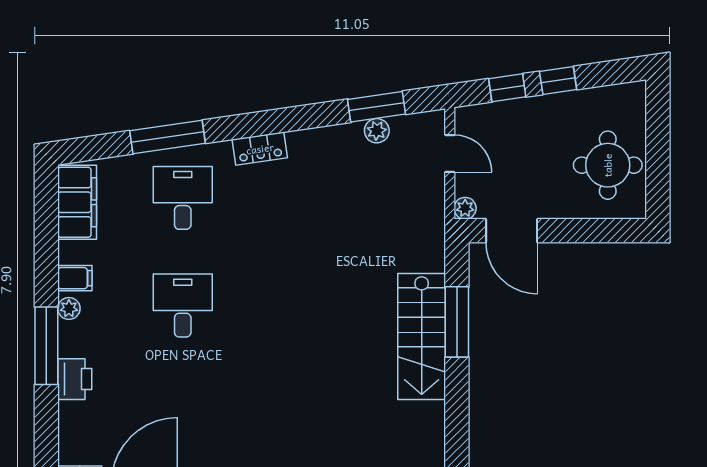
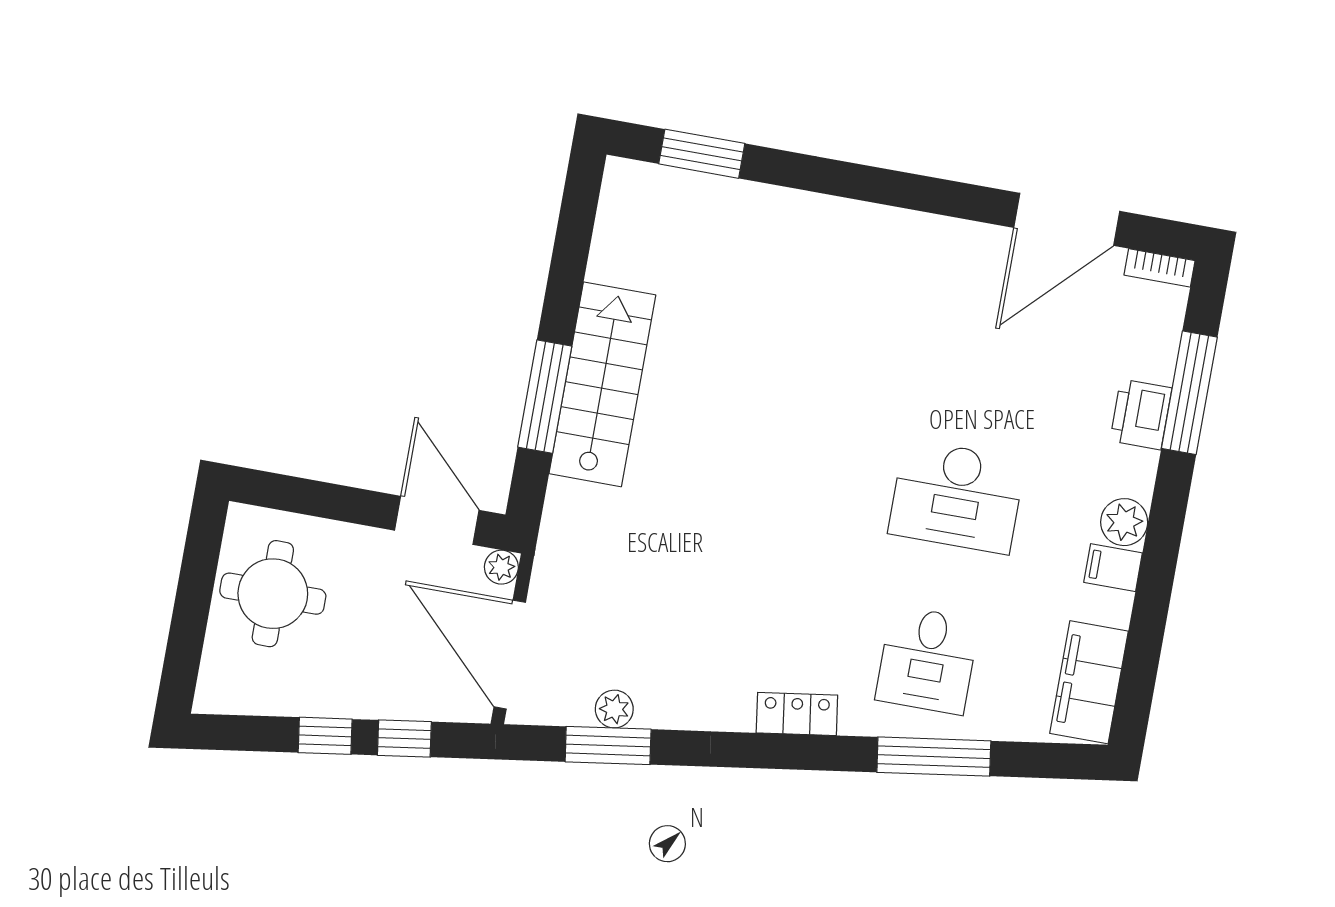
door: (450, 153) -> (510, 655), width x1.88
desk: (183, 306) -> (957, 497), width x1.37
plant: (69, 308) -> (1124, 522), width x1.38, depth x1.38
window: (46, 346) -> (1189, 393), moved

